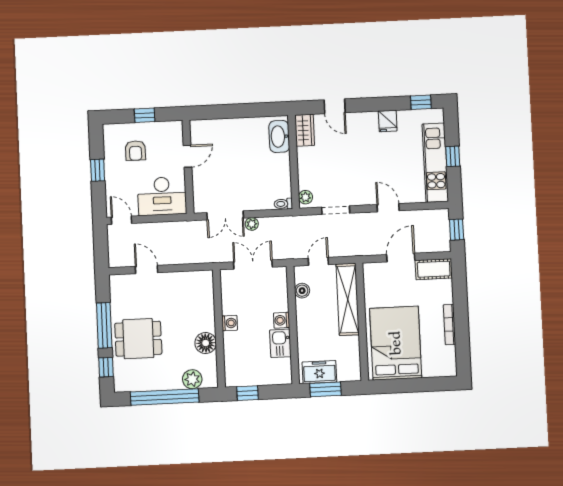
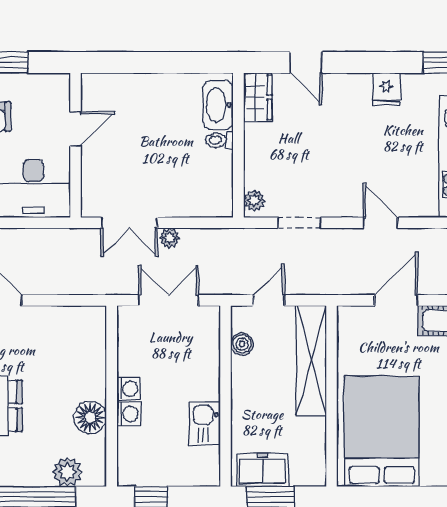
toilet: (283, 204) -> (219, 140), moved
washing machine: (282, 320) -> (129, 414), moved, turned 180

